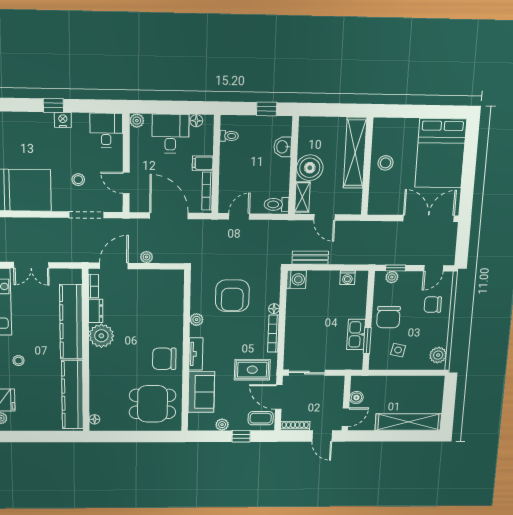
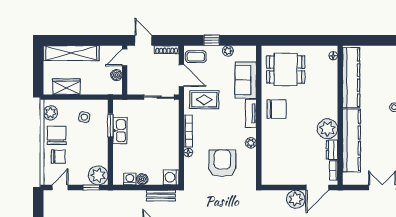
plant: (146, 257) -> (296, 199), width x1.87, depth x1.87
boiler: (332, 277) -> (142, 179), added
plant: (392, 277) -> (98, 175), width x1.88, depth x1.88
chair: (388, 317) -> (57, 135), moved
wardrobe: (417, 385) -> (66, 87), added

